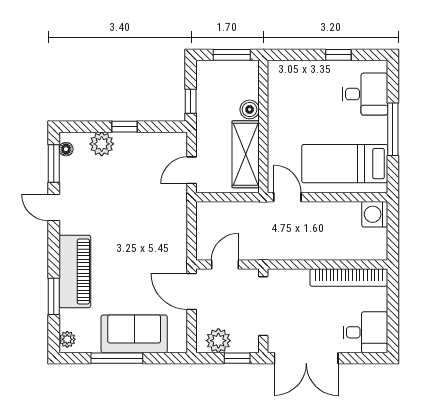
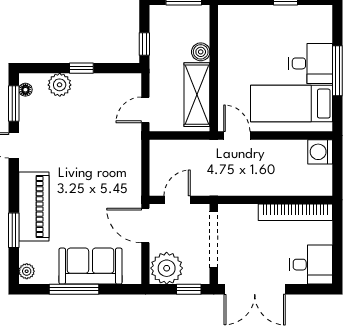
desk: (365, 94) -> (311, 63), moved
plant: (218, 341) -> (167, 268), width x1.36, depth x1.36

